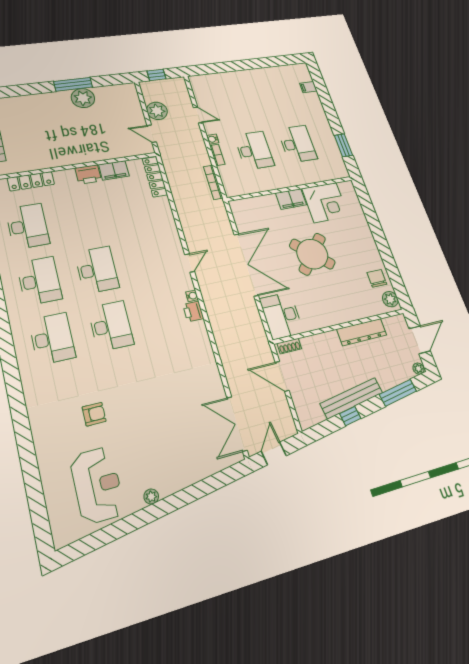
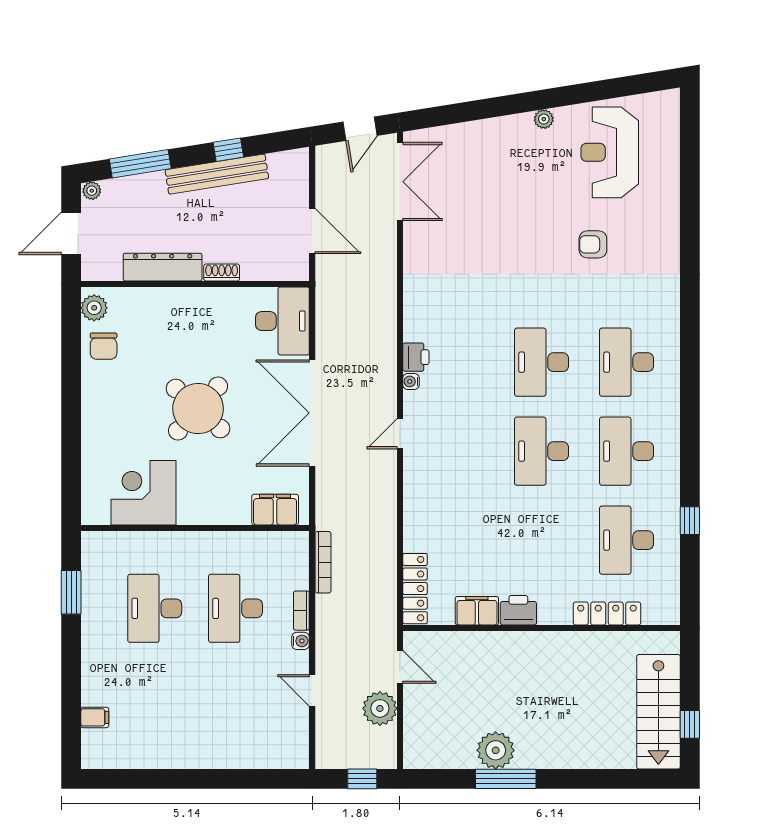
filing cabinet: (291, 199) -> (275, 510), moved
shoe rack: (289, 346) -> (222, 272), moved

